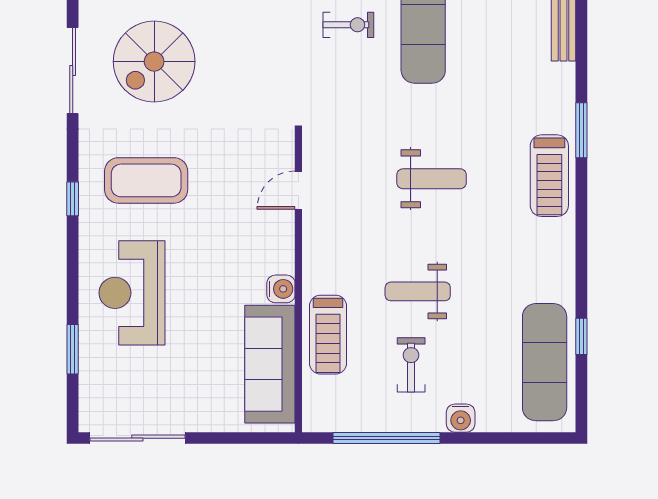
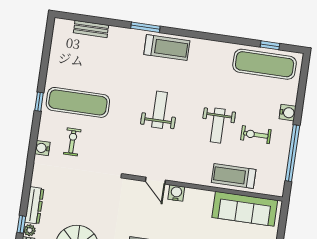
water cooler: (281, 289) -> (176, 193), moved
treadmill: (328, 335) -> (234, 176), turned 180
window: (581, 336) -> (270, 45), moved

